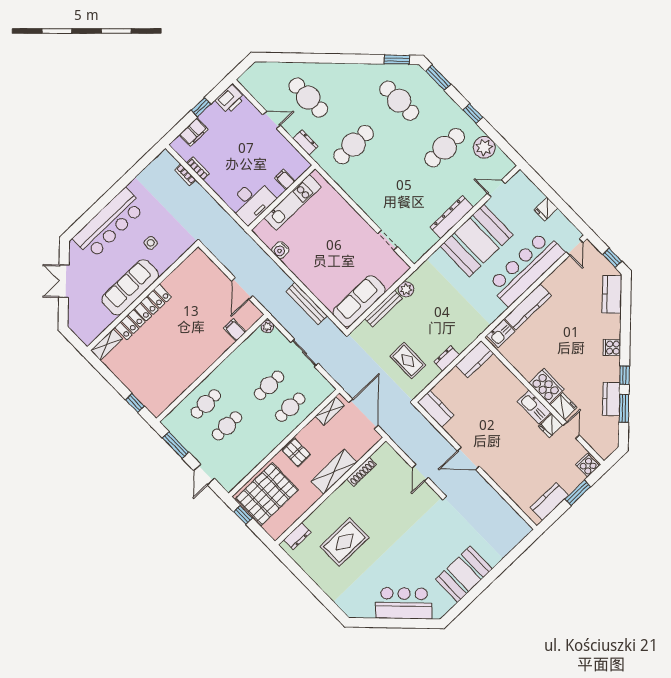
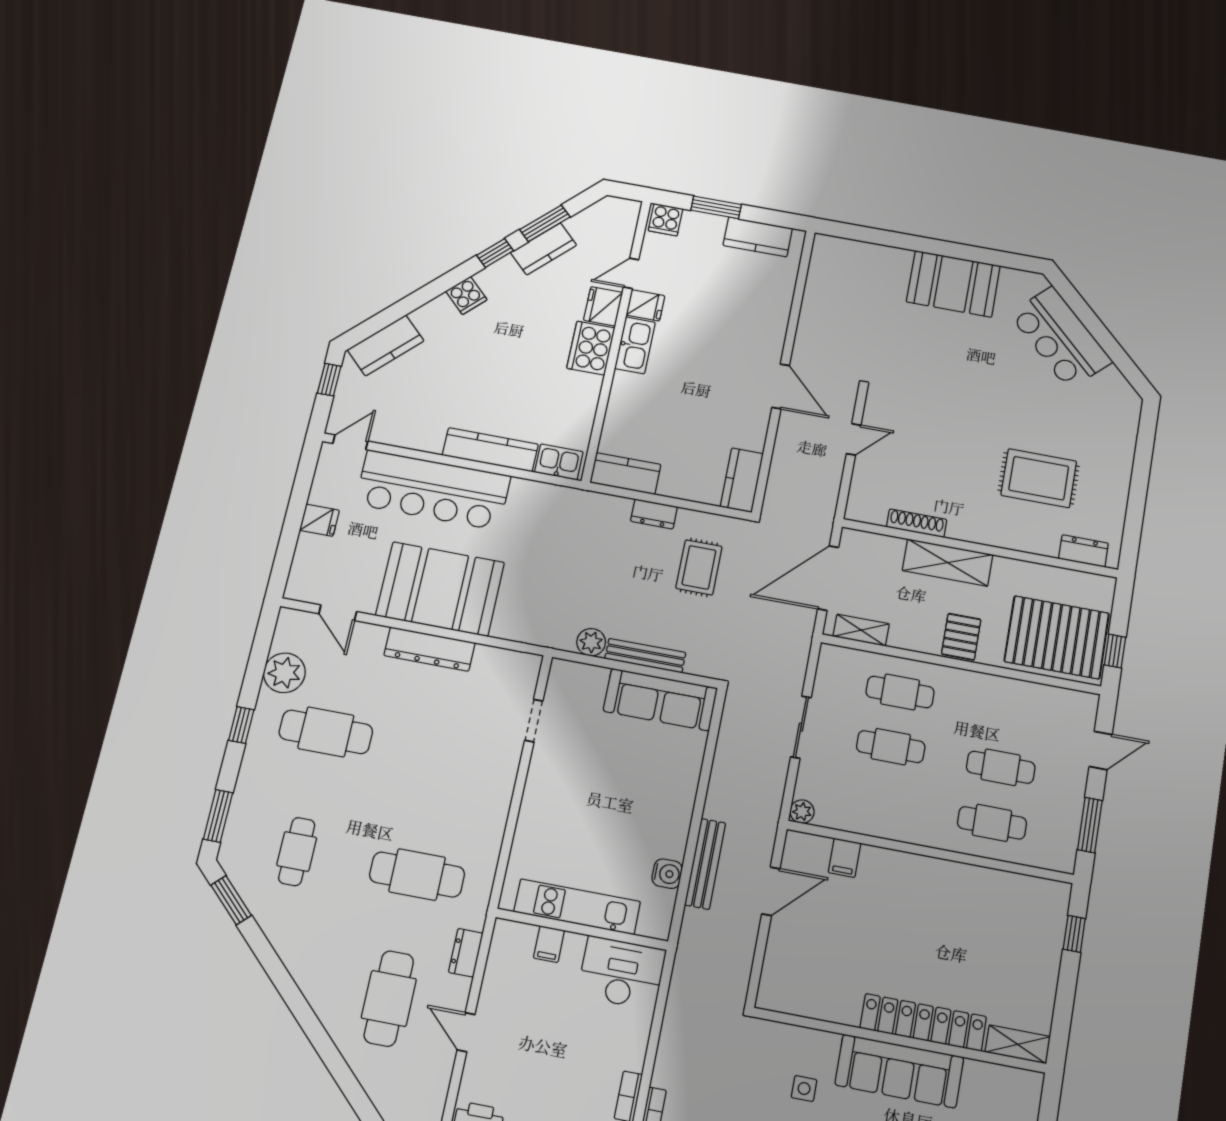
cafe table: (399, 101) -> (297, 852), width x0.73, depth x0.74
bench: (307, 304) -> (705, 864), moved

